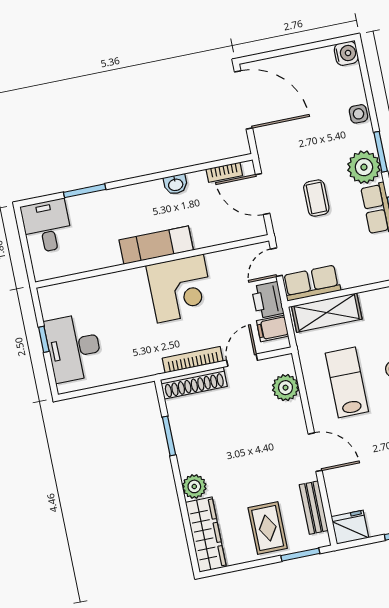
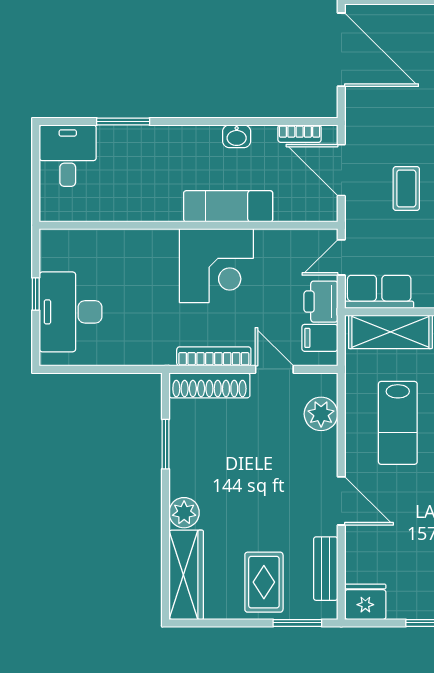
exam couch: (156, 245) -> (228, 206), moved
door: (242, 360) -> (274, 369), hinge flipped
lab bench: (347, 382) -> (398, 423), turned 180

